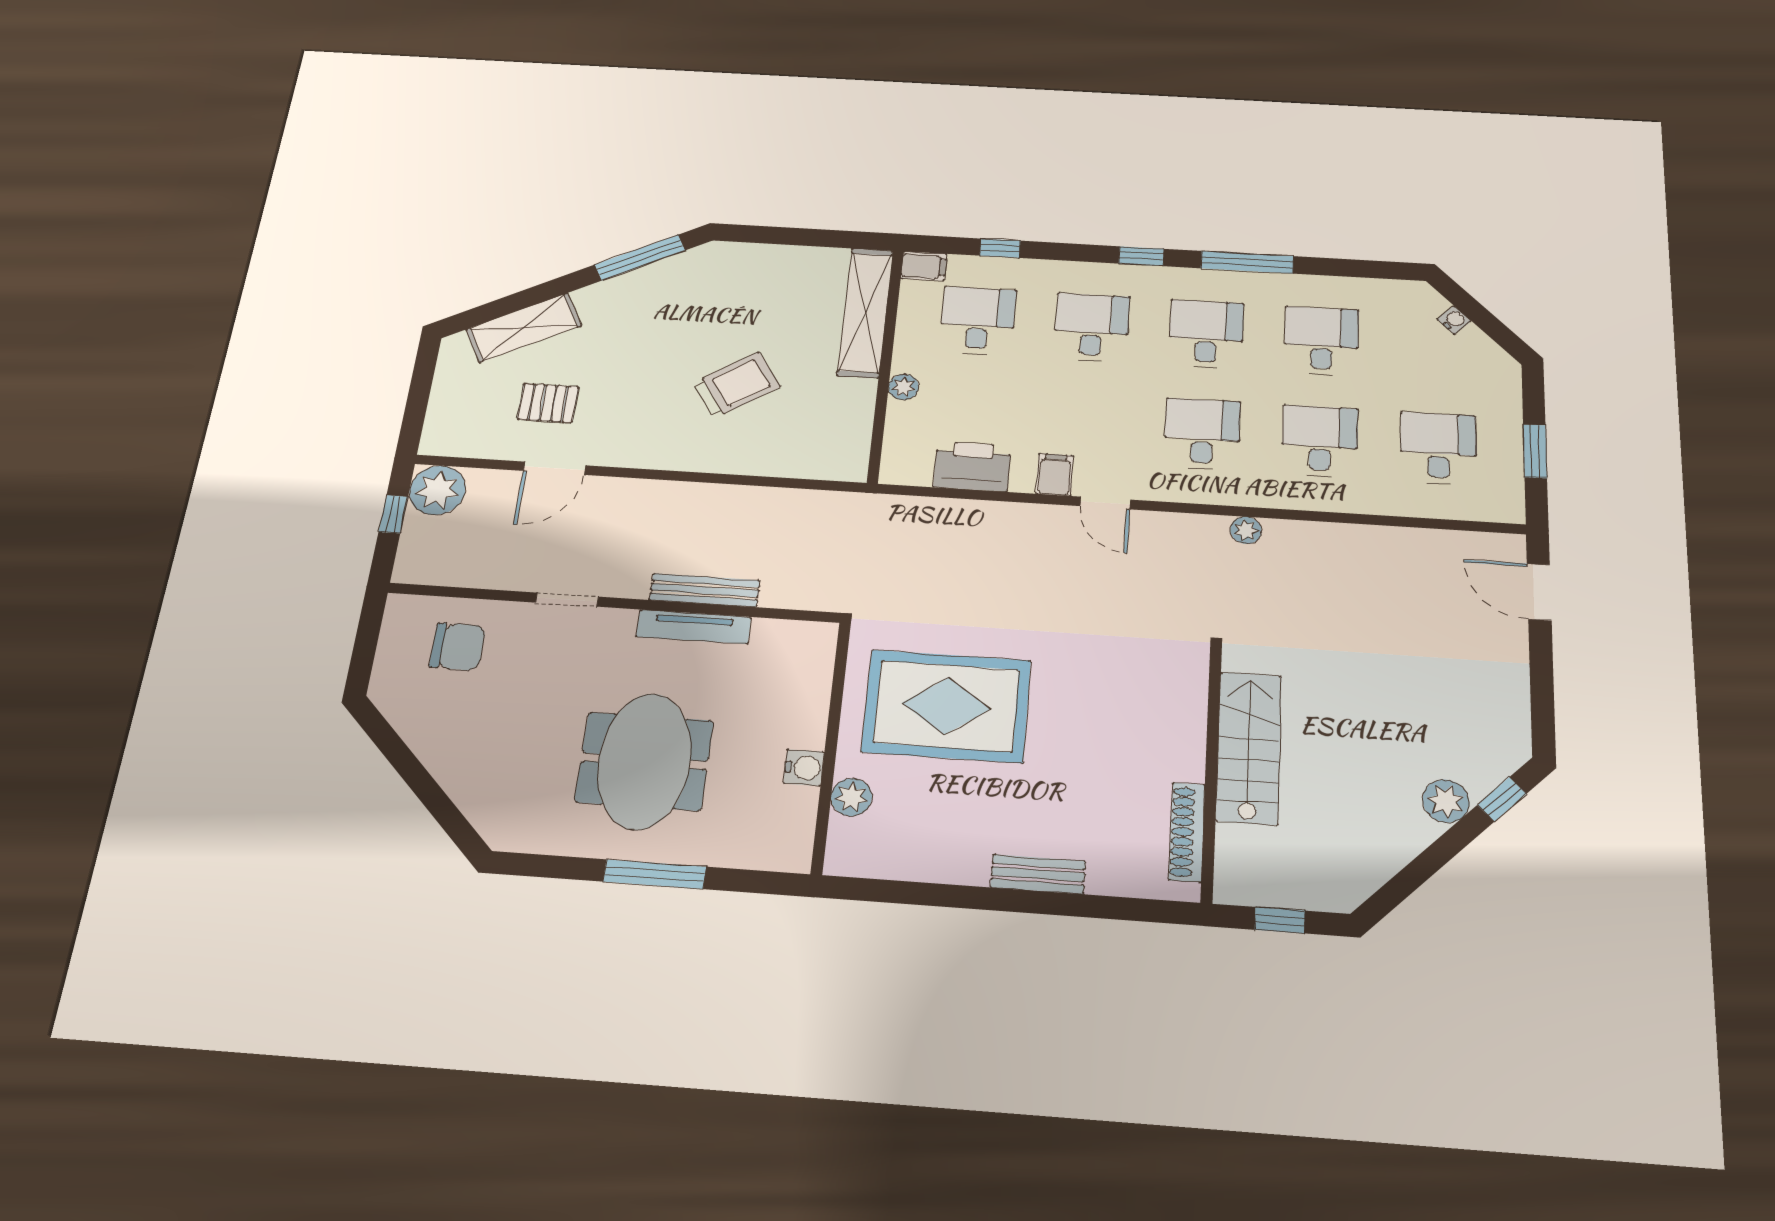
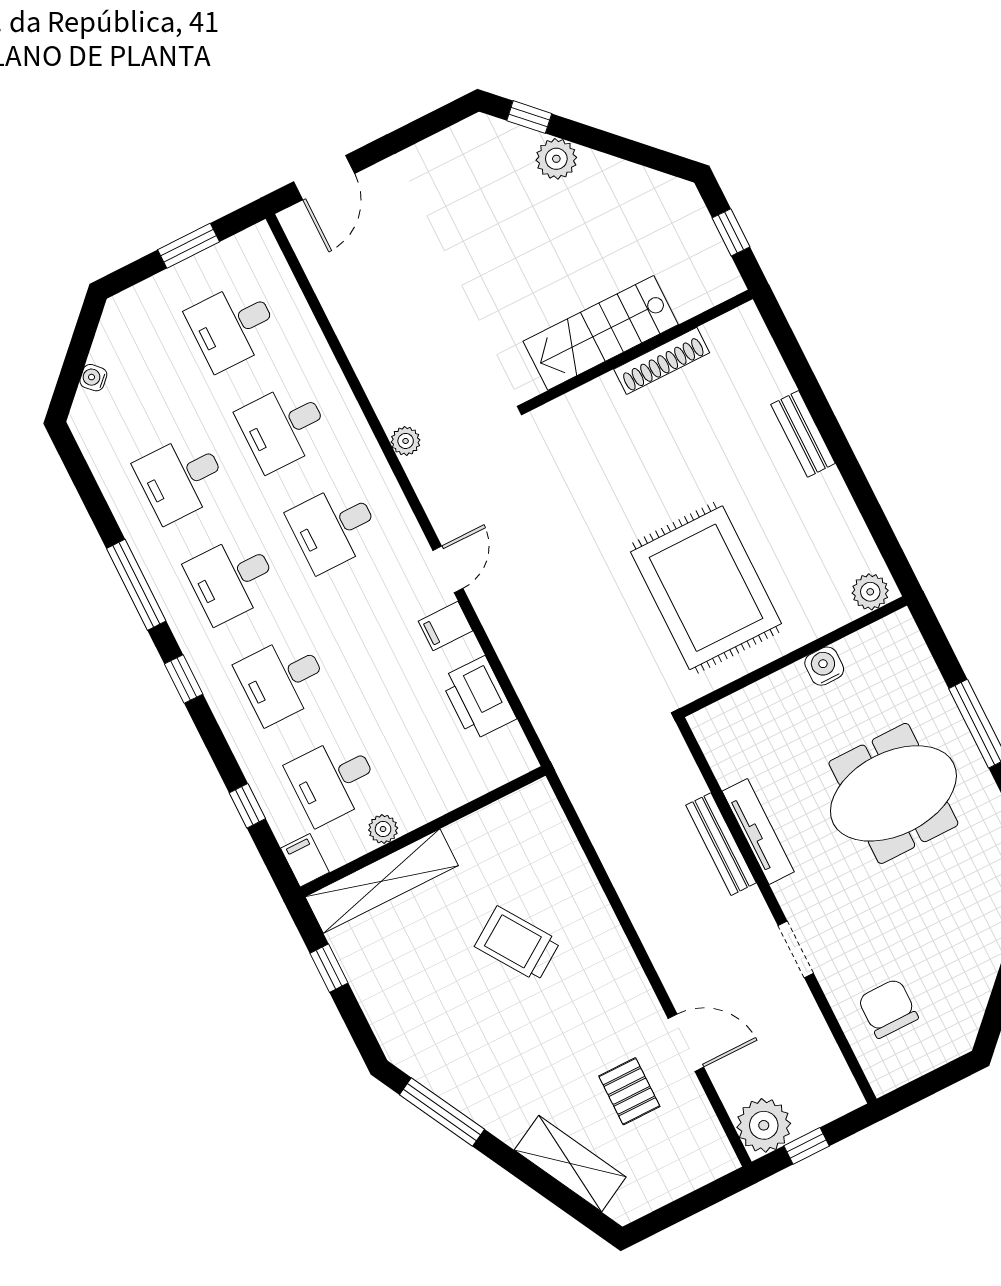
window: (820, 238) -> (329, 968), added
plant: (904, 387) -> (383, 829), moved
plant: (851, 797) -> (870, 592), moved
shoe rack: (1187, 832) -> (662, 361), moved

